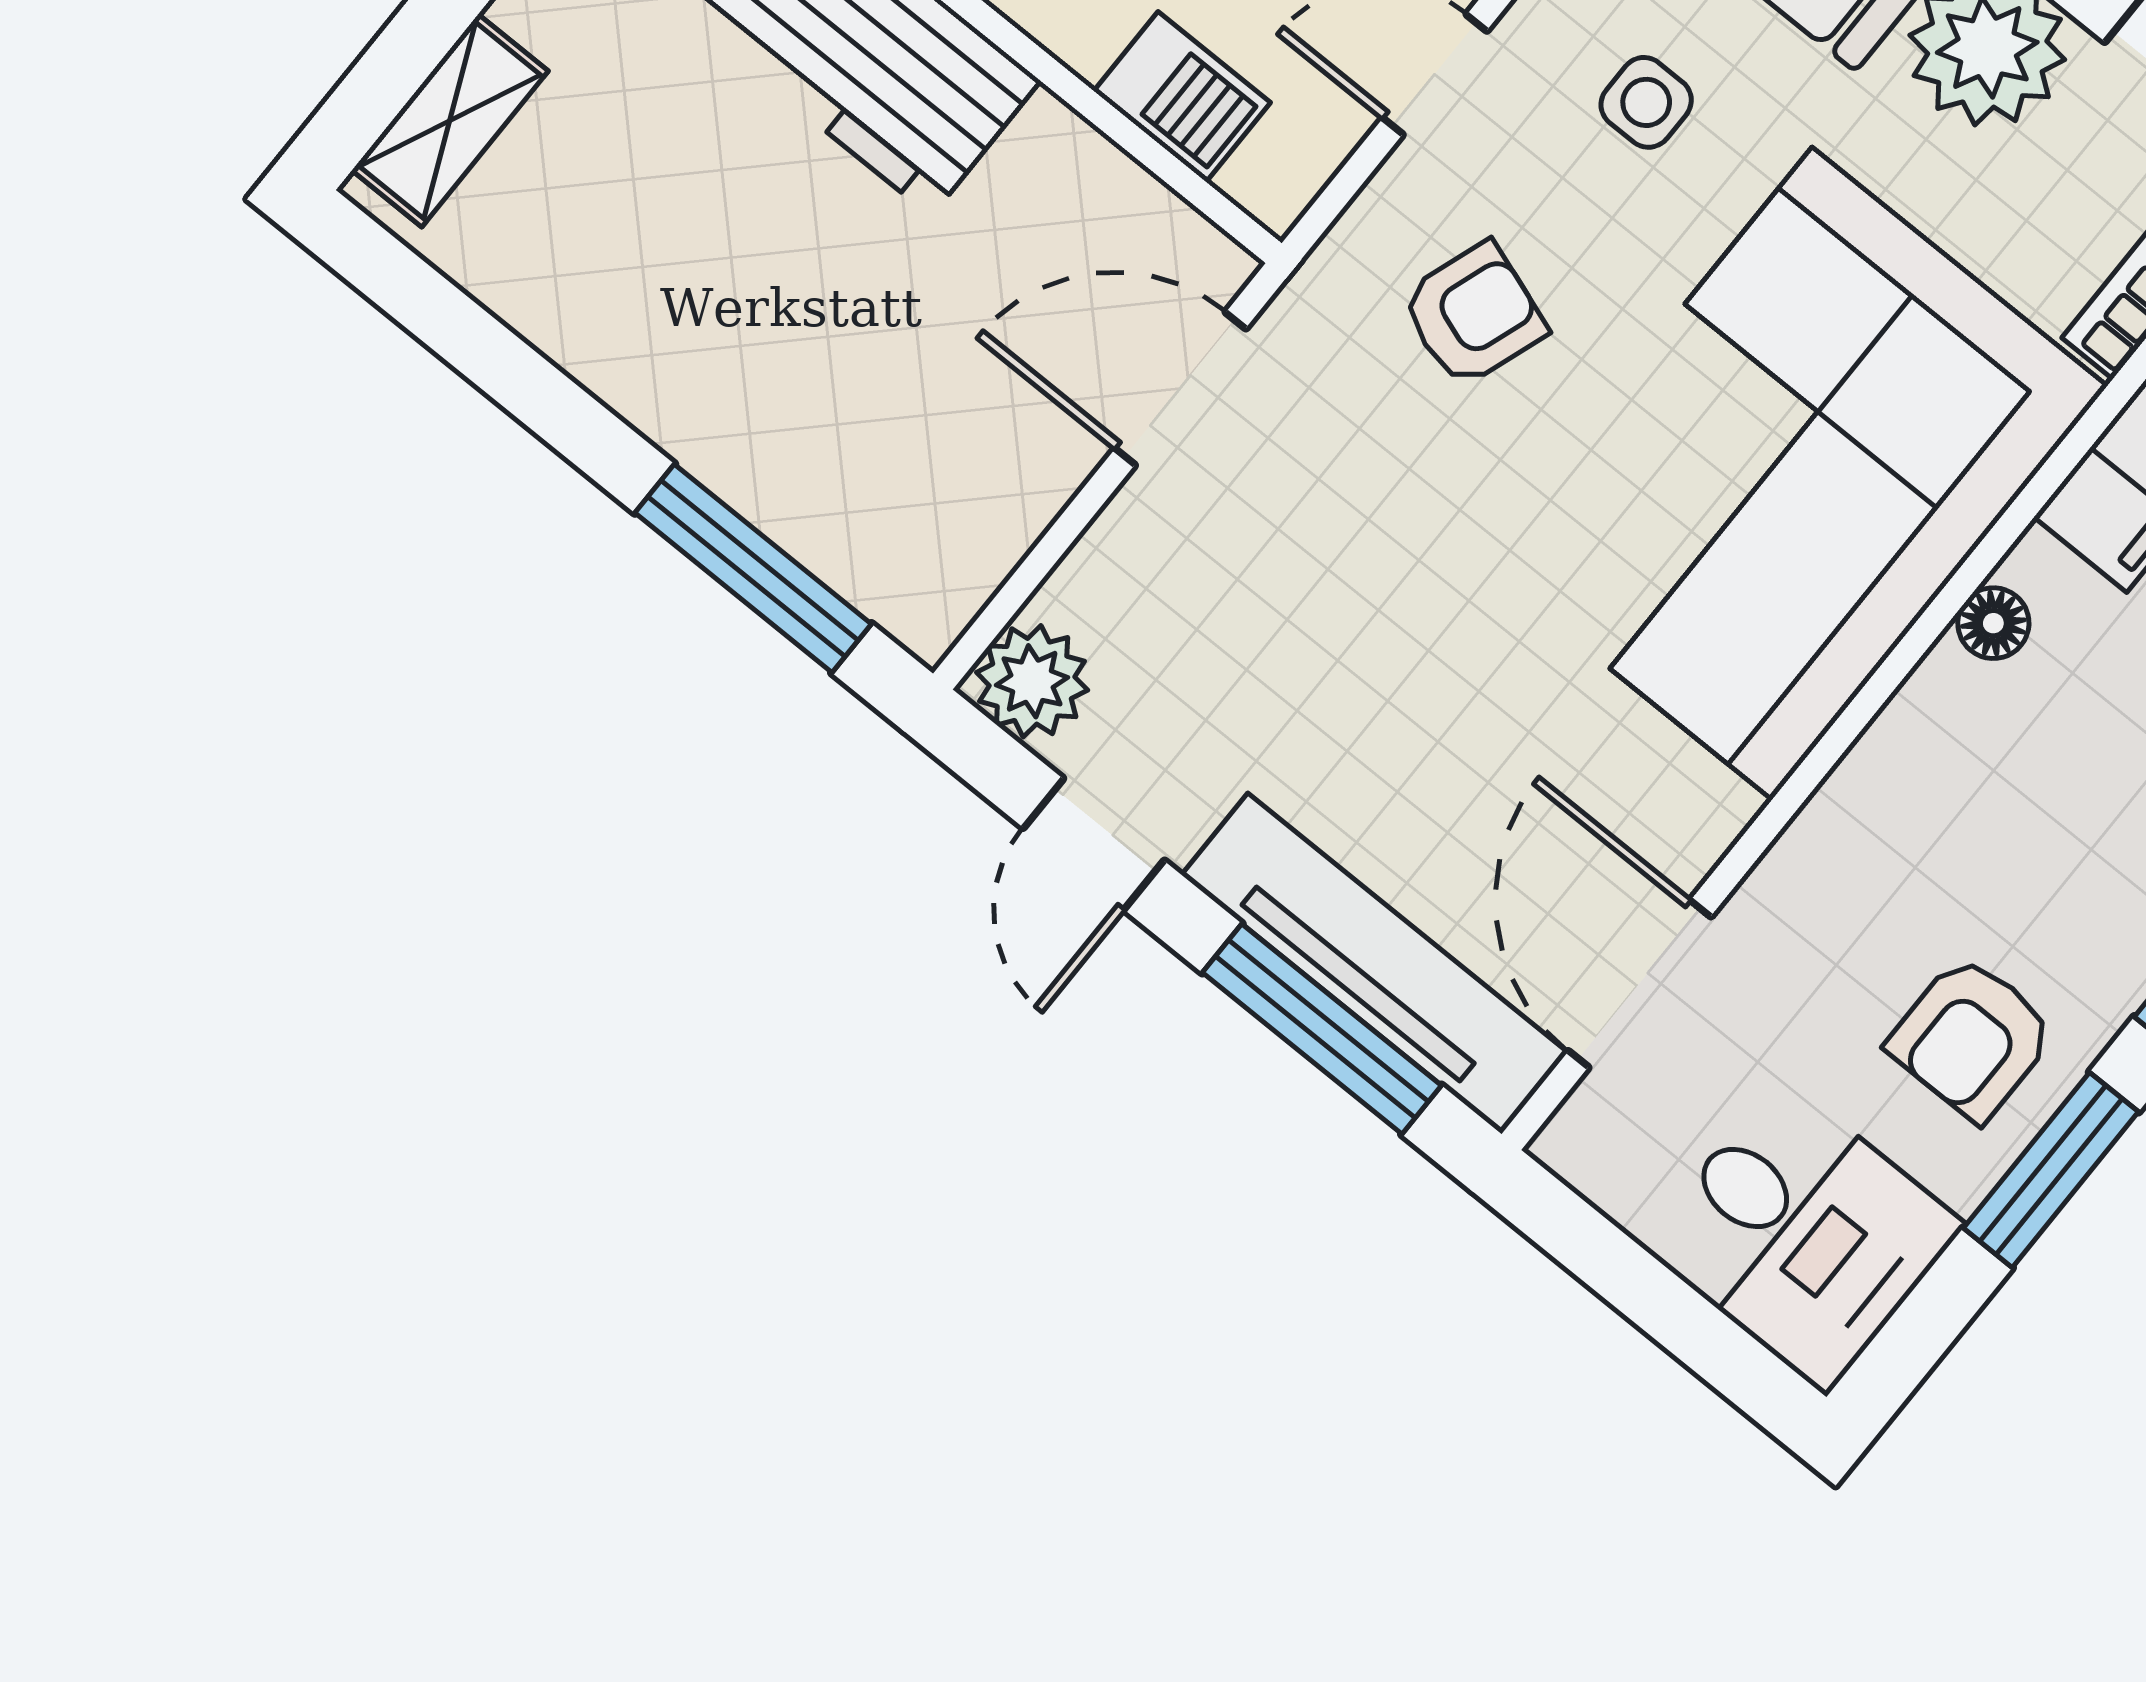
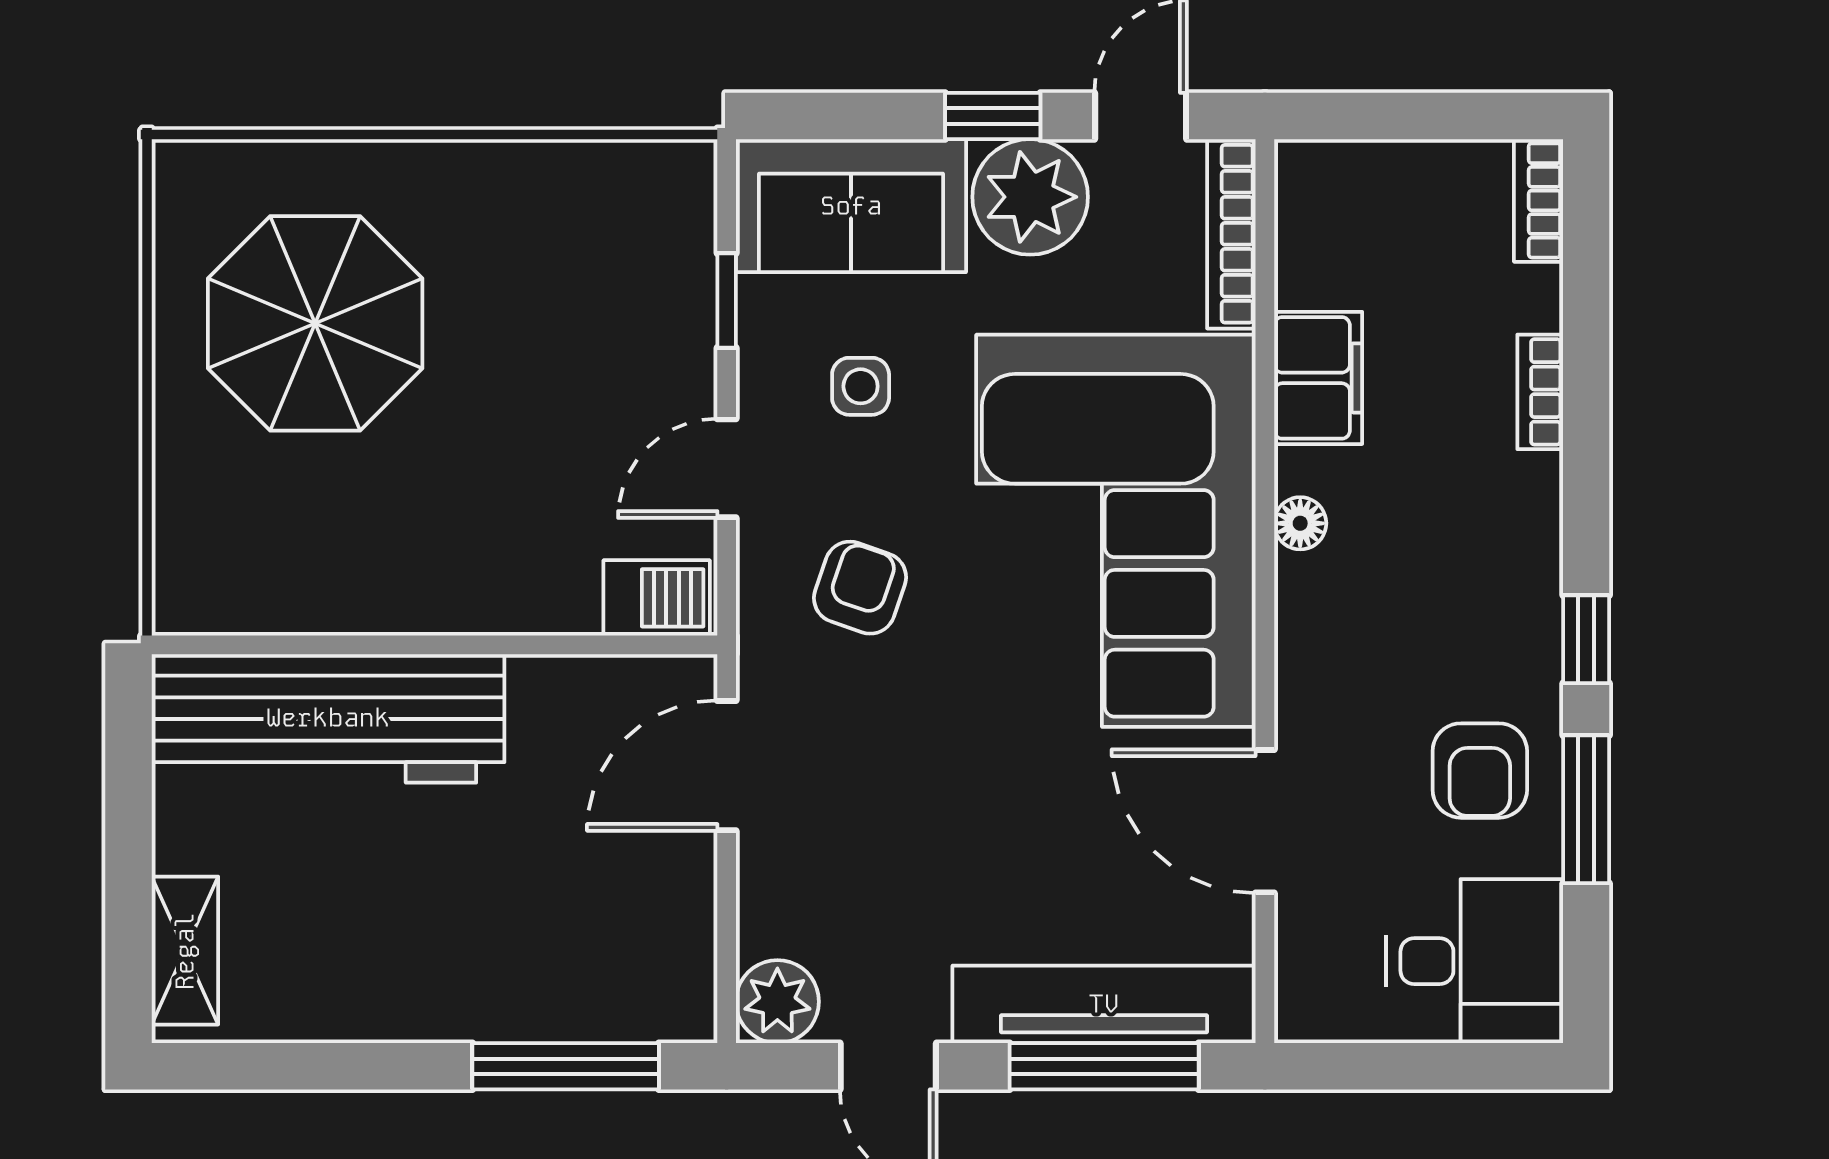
barbecue: (1182, 97) -> (657, 598), moved
door: (1639, 984) -> (1265, 821), moved

